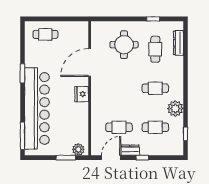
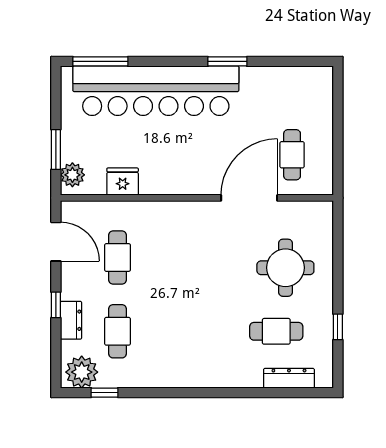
cafe table: (45, 34) -> (292, 155), moved
door: (90, 62) -> (249, 198), hinge flipped
cafe table: (155, 88) -> (197, 331), removed
fridge: (82, 94) -> (123, 182), moved
plant: (175, 109) -> (82, 372), moved
dresser: (130, 150) -> (71, 320), moved

